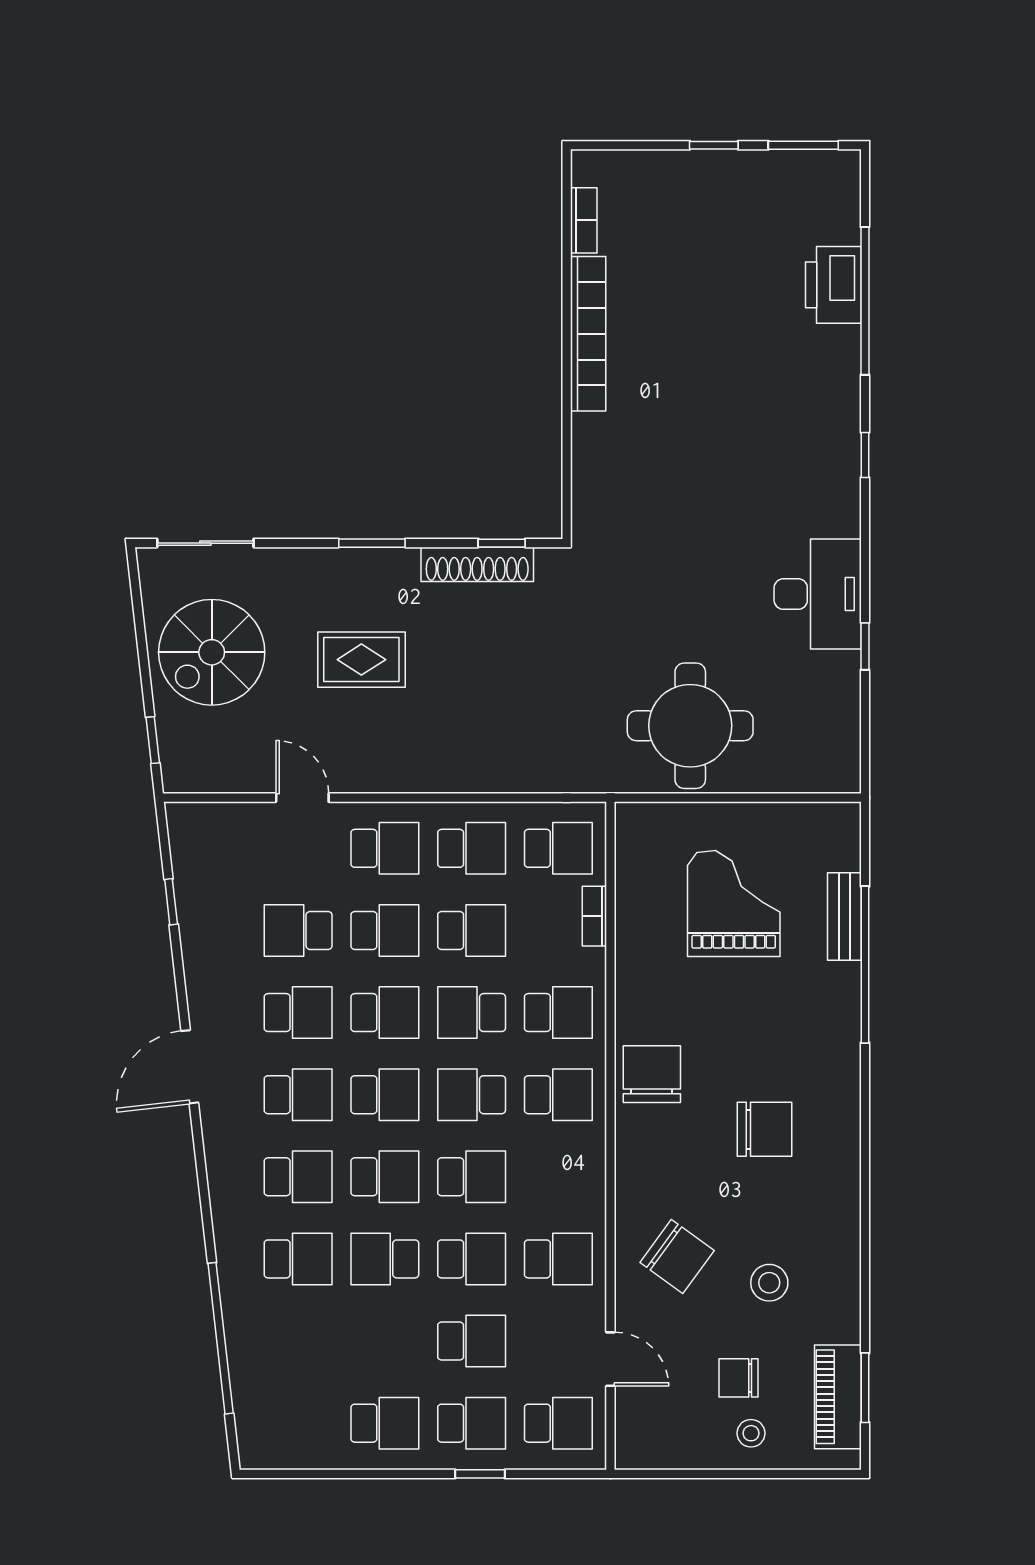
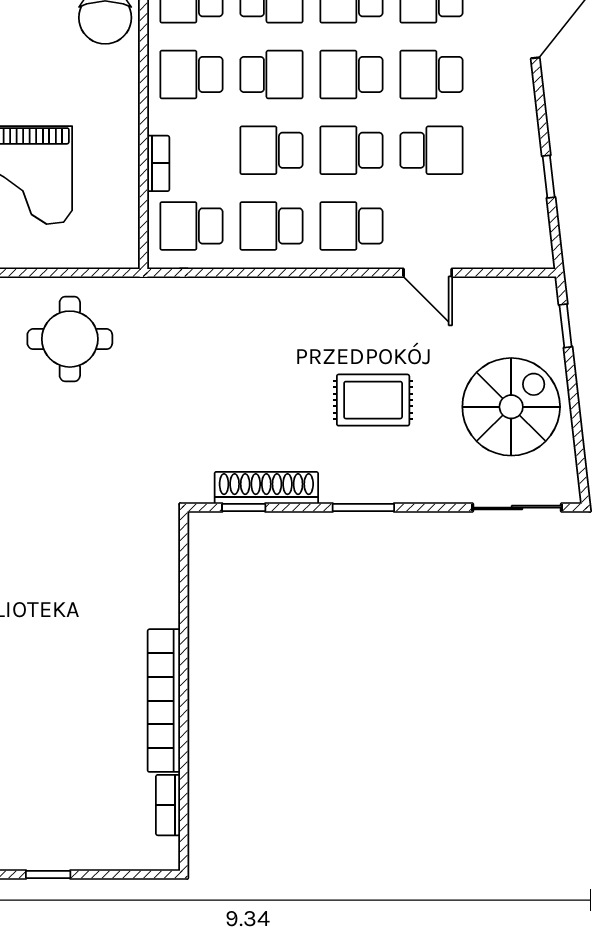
round table: (690, 726) -> (70, 339), width x0.73, depth x0.73

